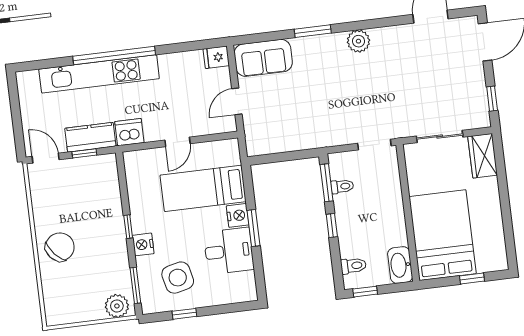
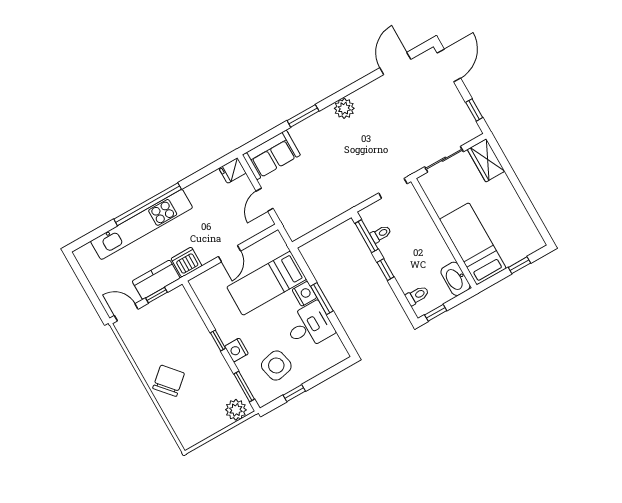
bed: (443, 235) -> (473, 244), width x0.67

